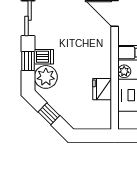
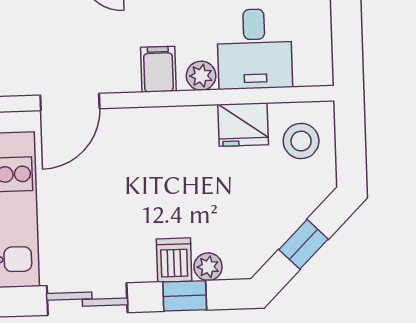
plant: (46, 77) -> (208, 267), width x0.53, depth x0.53
stool: (94, 114) -> (301, 141), added

